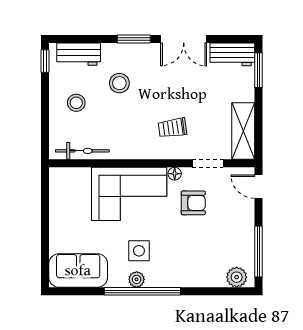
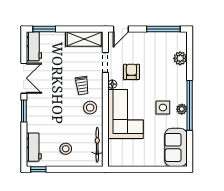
stool: (119, 83) -> (90, 108), moved
plant: (237, 277) -> (180, 58), moved

